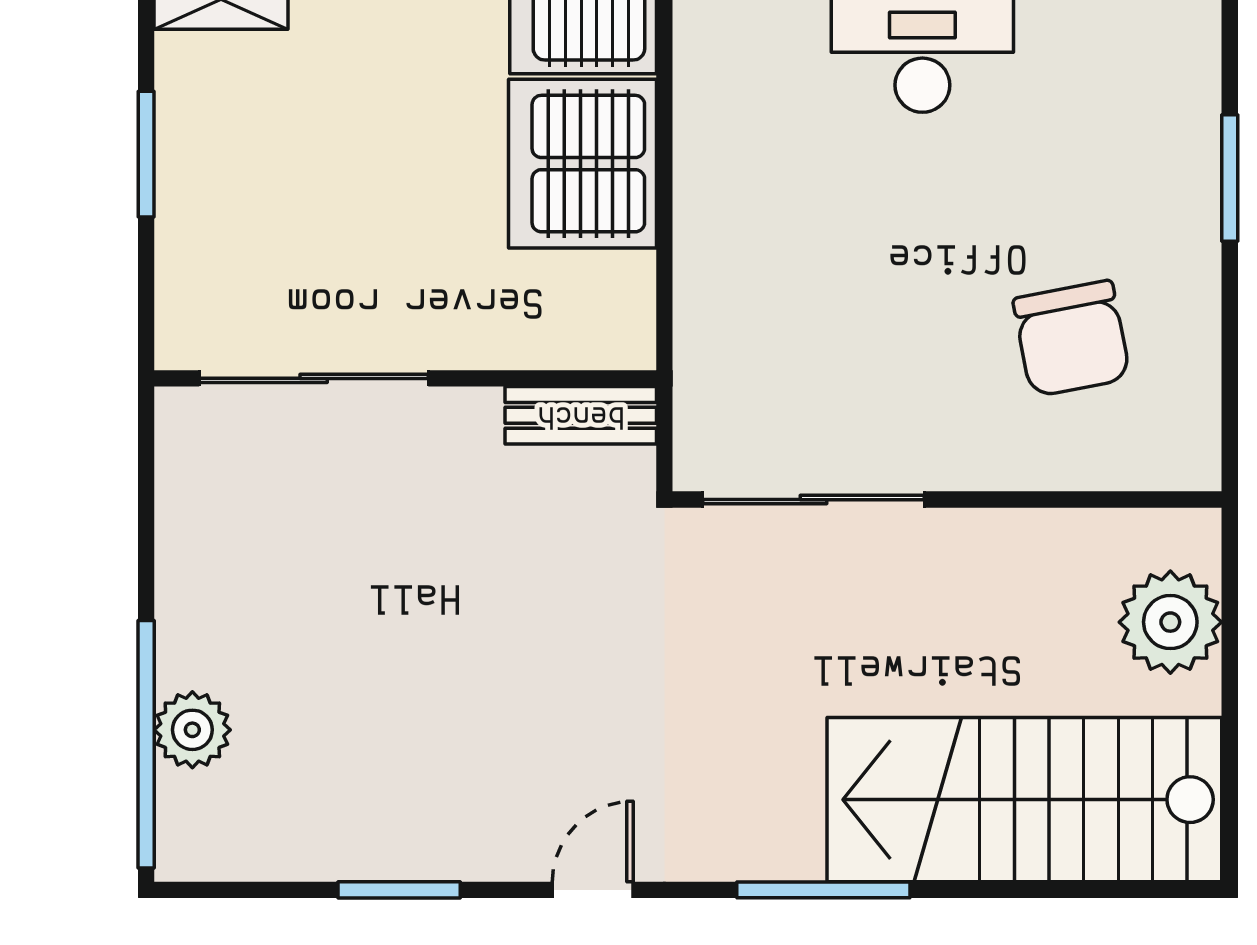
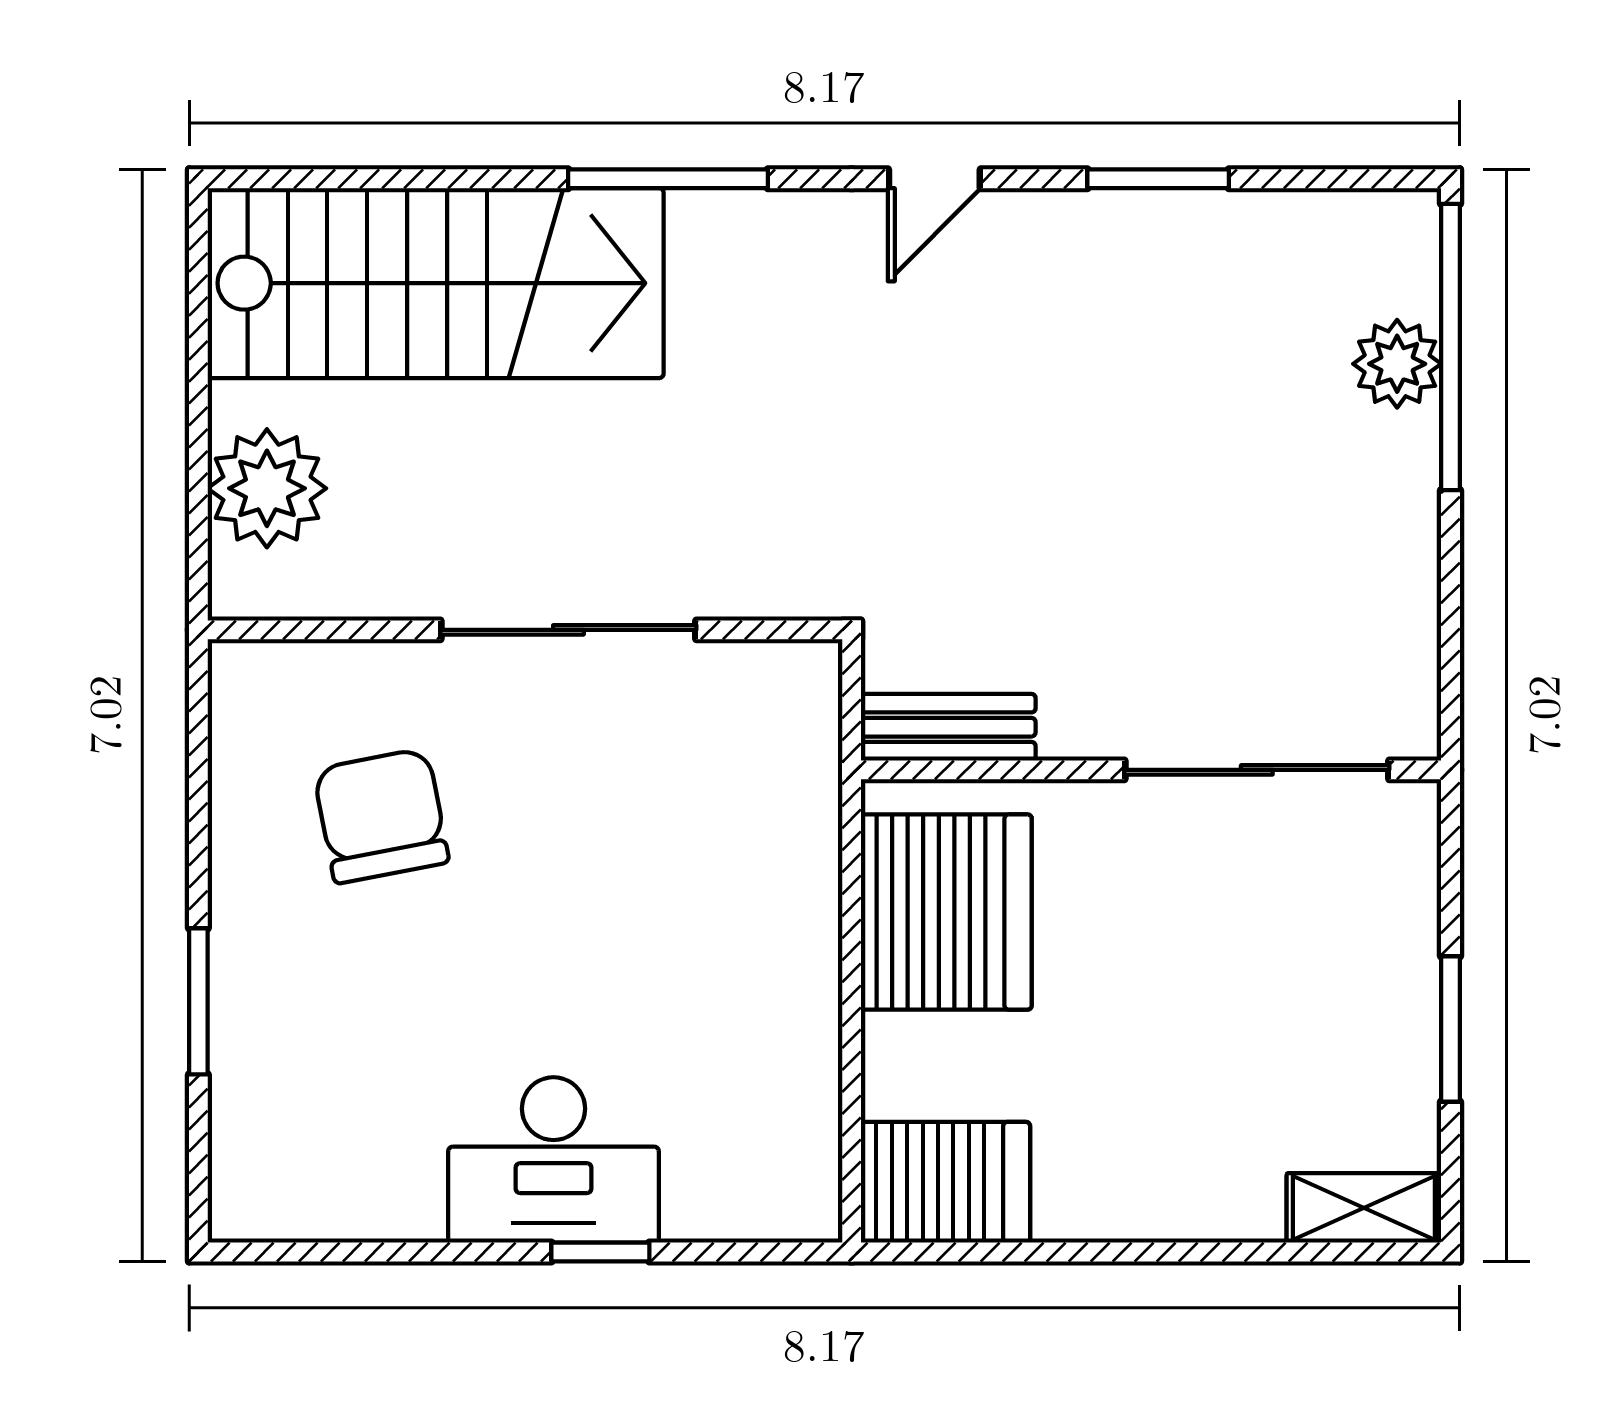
server rack: (582, 164) -> (946, 912), moved
sliding door: (813, 500) -> (568, 630), moved

